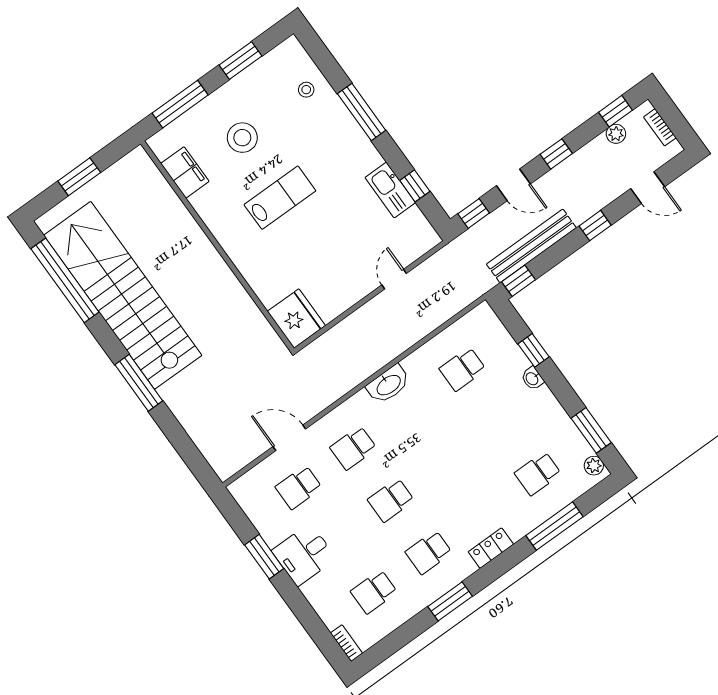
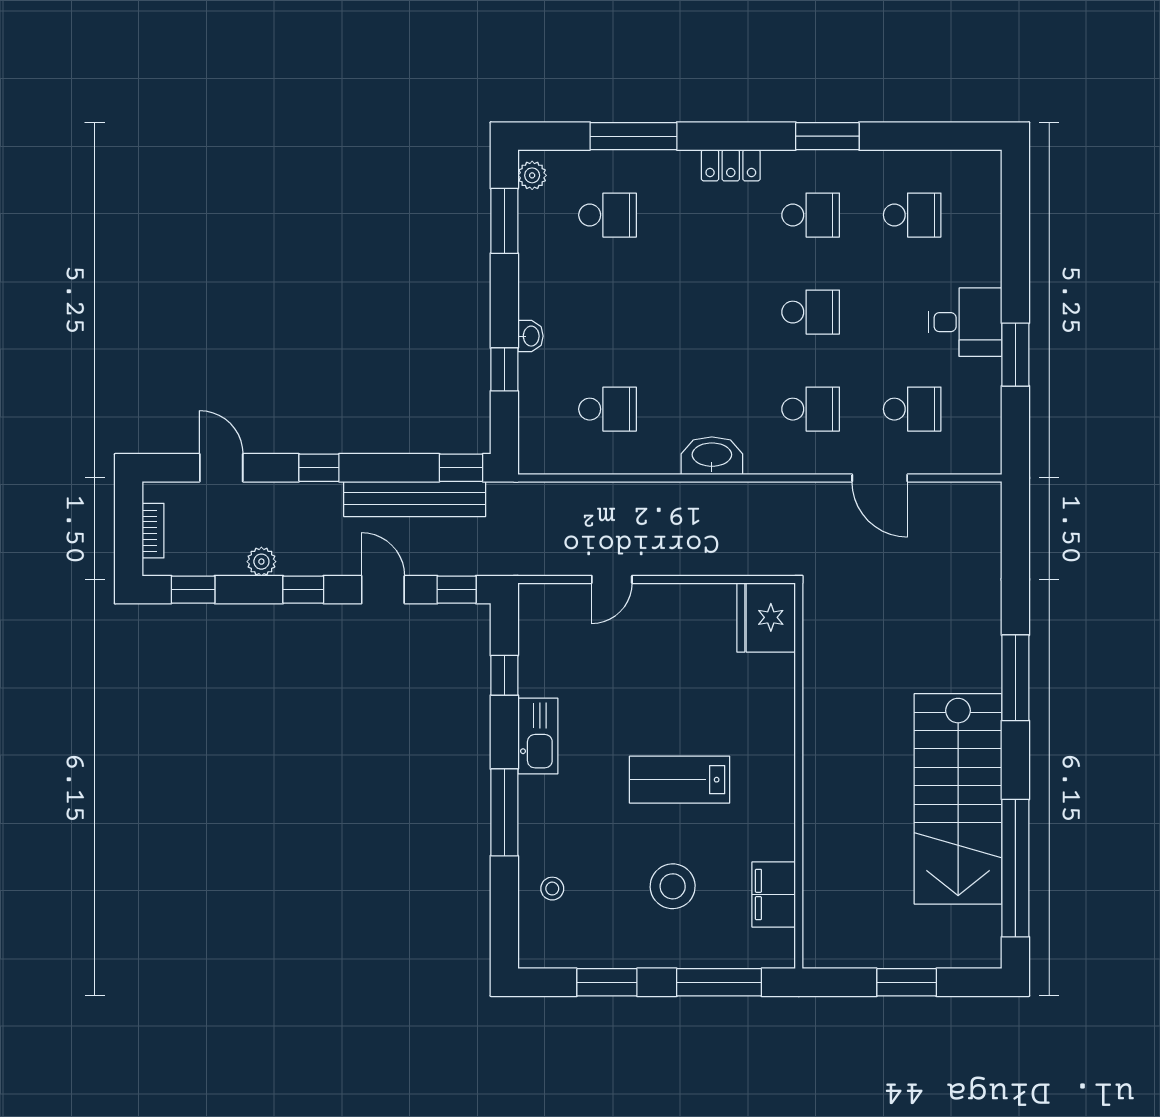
plant: (616, 134) -> (261, 562), moved
kitchen sink: (390, 190) -> (538, 736), moved
stairs: (123, 295) -> (958, 799), width x0.73
bookcase: (346, 643) -> (991, 176), removed

